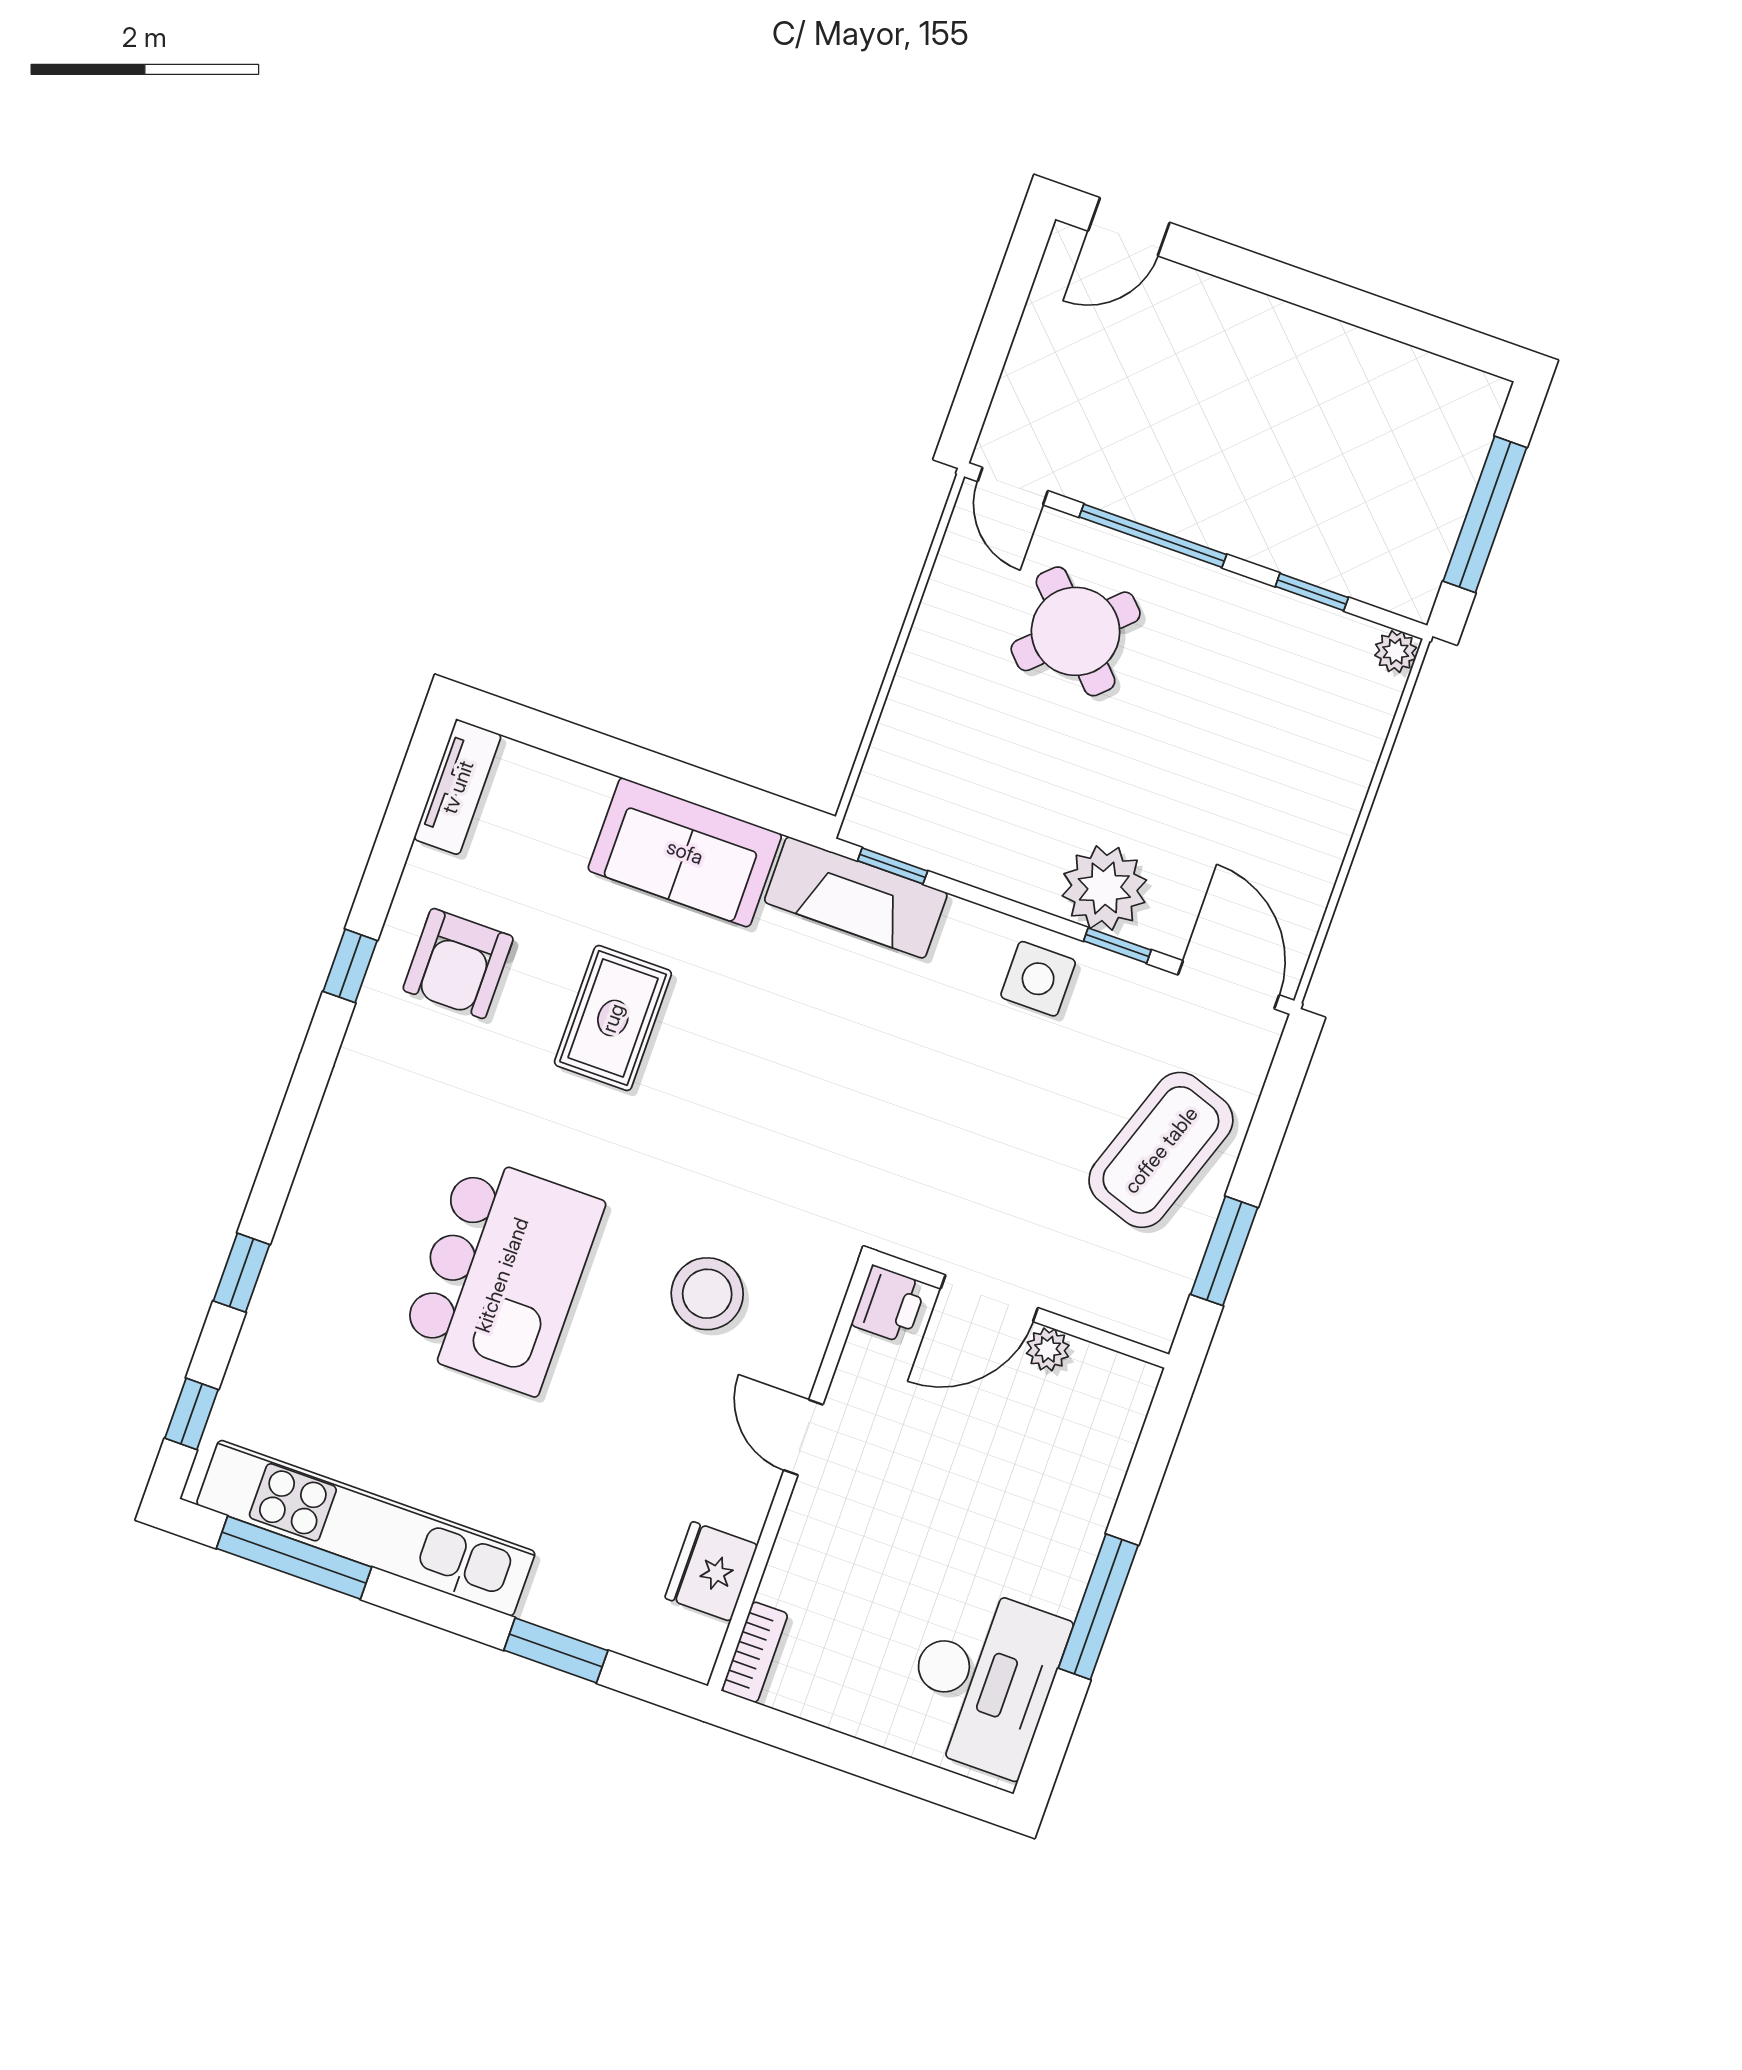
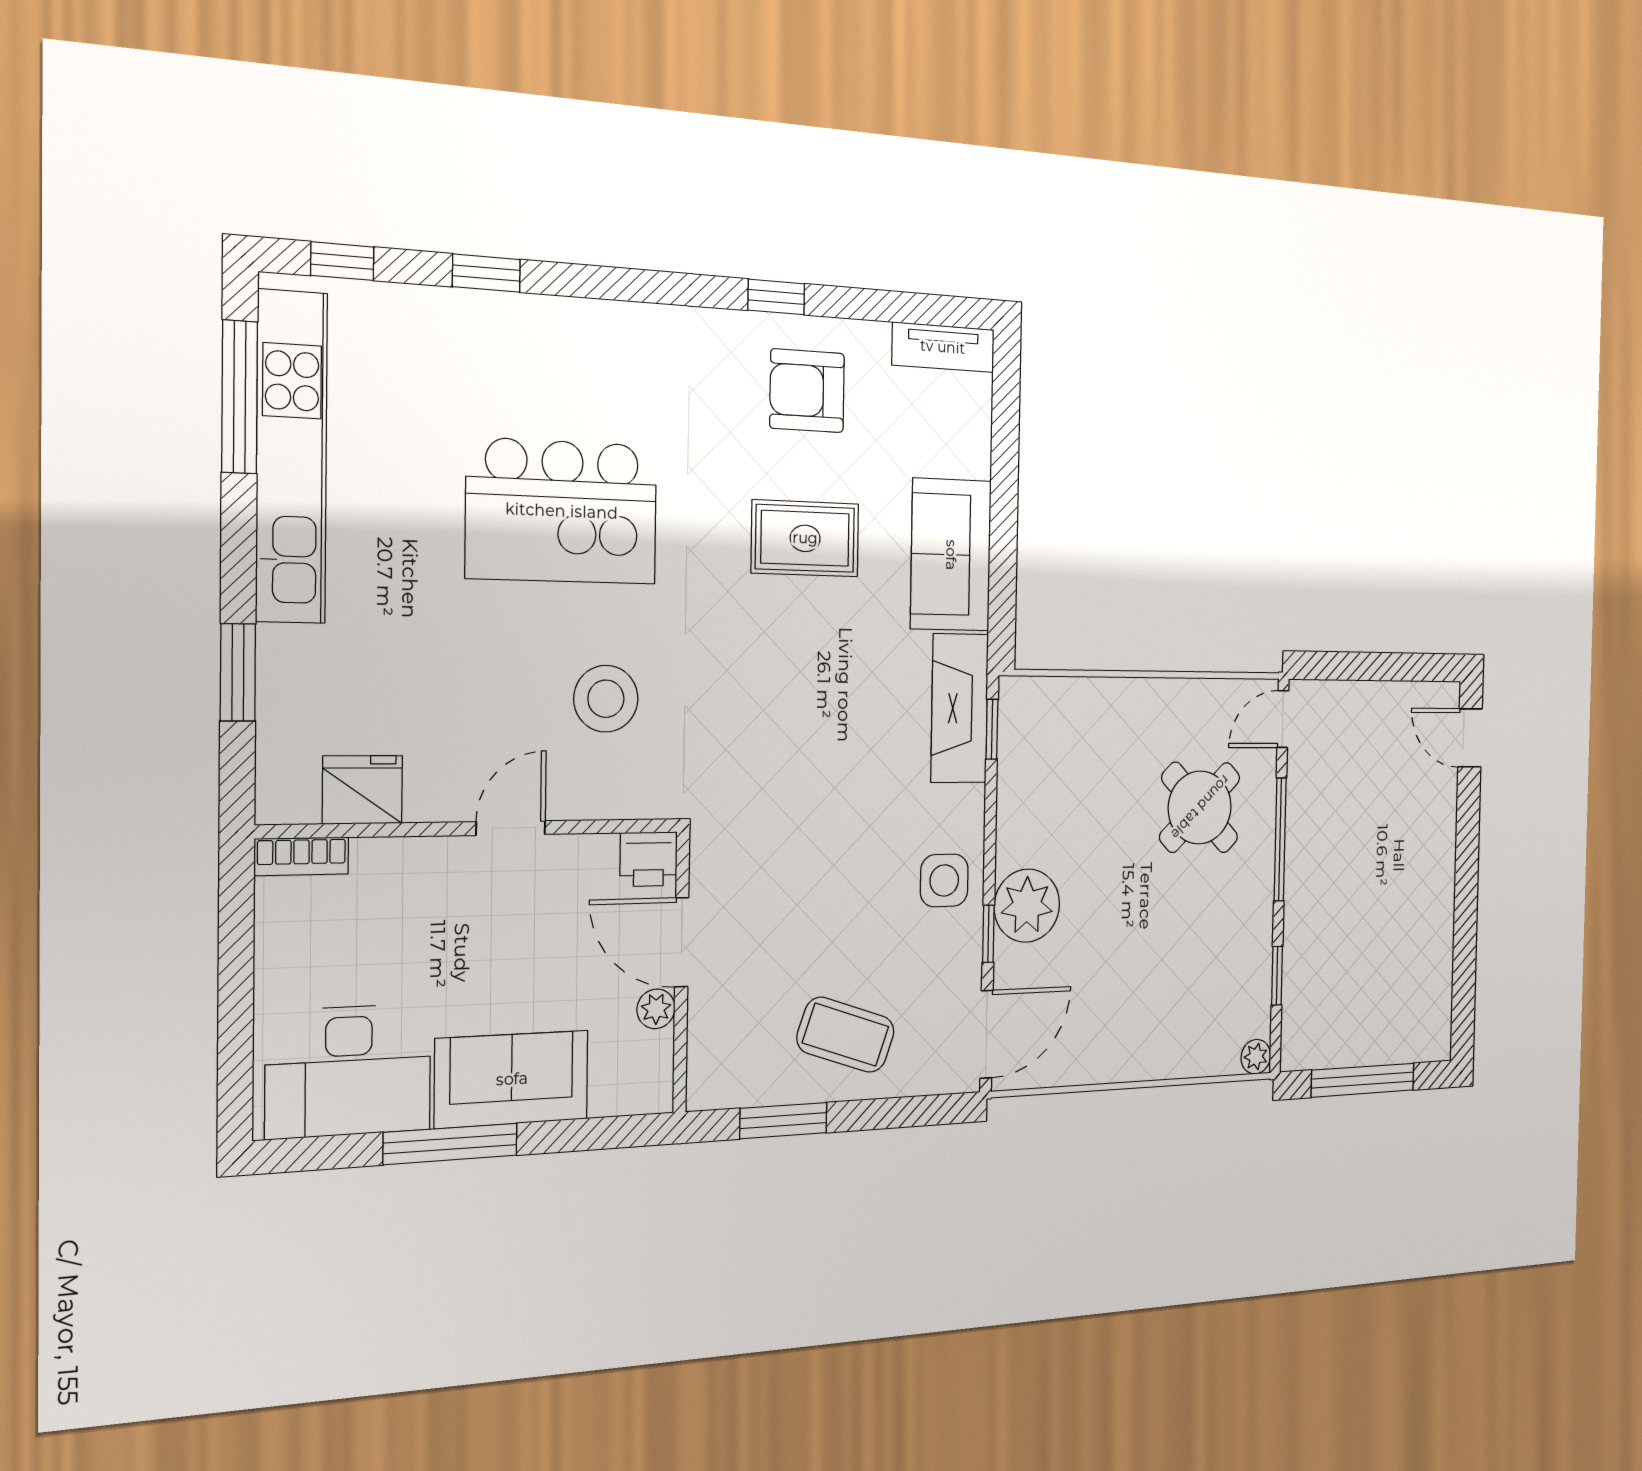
coffee table: (1161, 1150) -> (846, 1035), width x0.73, depth x0.76
sofa: (1058, 1523) -> (512, 1079), added

